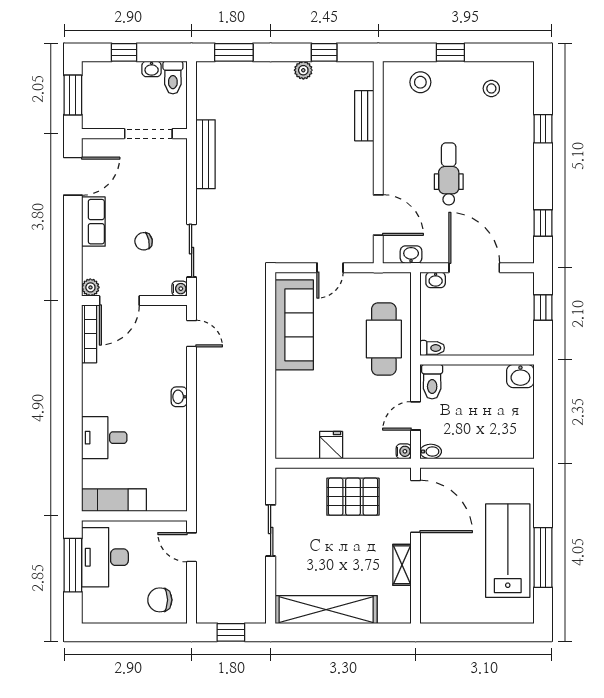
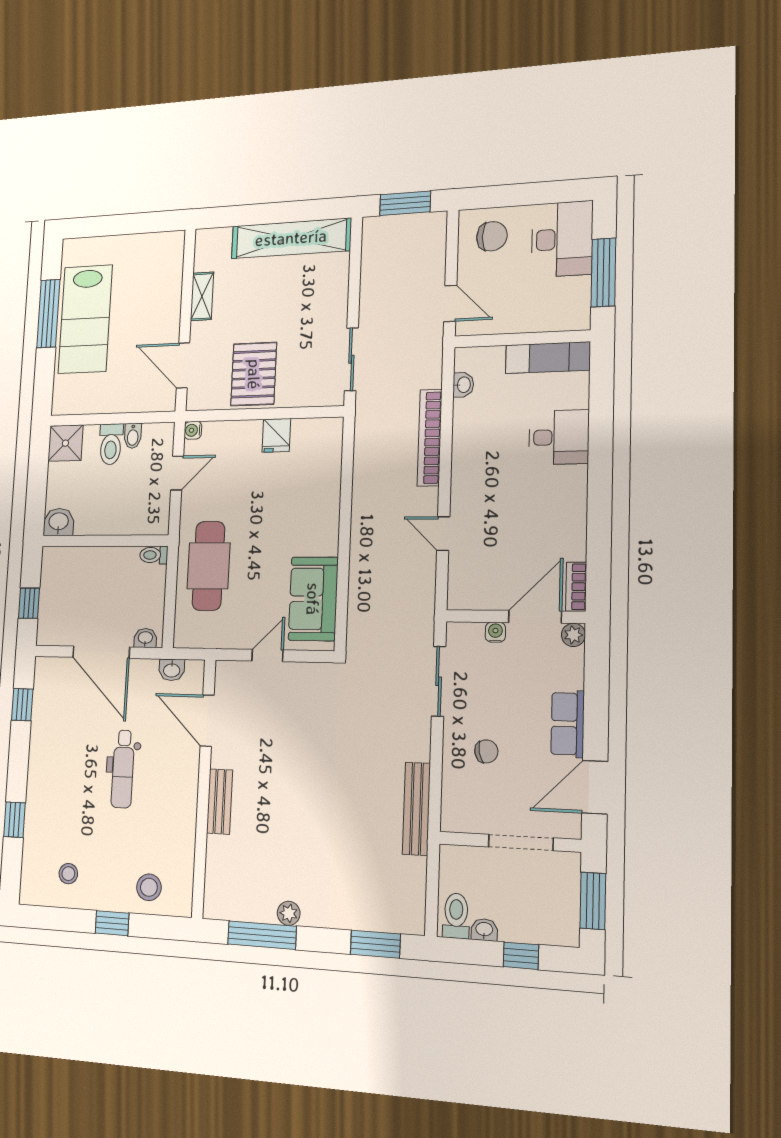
window: (324, 52) -> (262, 935), width x2.17
bench: (364, 116) -> (220, 802), moved
doorway: (148, 134) -> (521, 842), moved
chair: (144, 241) -> (486, 751), moved
water cooler: (180, 289) -> (495, 632), moved, turned 90
sofa: (294, 325) -> (313, 599), width x0.73
door: (192, 333) -> (443, 534), moved
bookcase: (89, 334) -> (576, 587), width x0.64
toilet: (432, 382) -> (111, 444), moved, turned 180
washbasin: (179, 397) -> (463, 385), moved
bookcase: (205, 440) -> (430, 438), added
shower: (519, 443) -> (65, 443), added
bidet: (431, 451) -> (133, 436), moved, turned -90
pallet: (353, 497) -> (254, 374), turned 90
door: (416, 506) -> (183, 365), width x0.73
sliding door: (271, 530) -> (351, 359), moved
desk: (105, 557) -> (562, 239), moved
window: (231, 632) -> (405, 203), width x1.50

